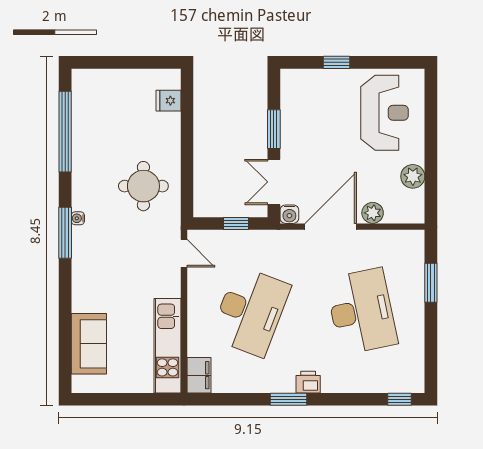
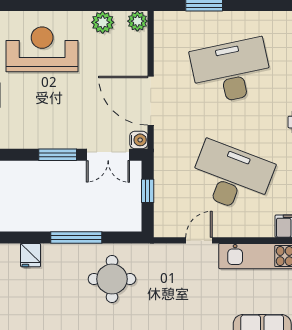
window: (187, 149) -> (76, 237), added
plant: (373, 213) -> (137, 21), moved
door: (184, 253) -> (199, 240), moved

